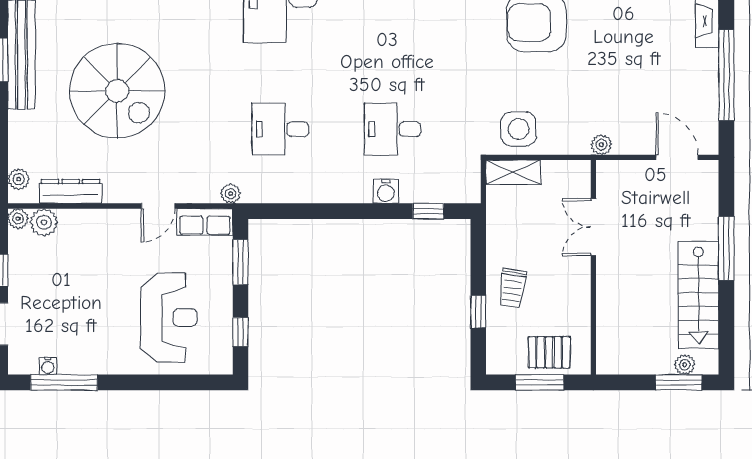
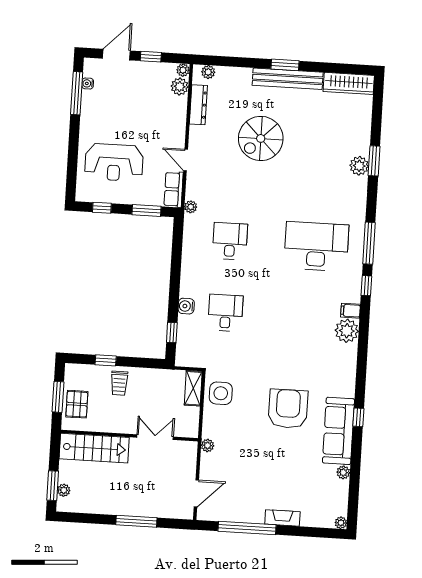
spiral stairs: (117, 91) -> (261, 138), width x0.73, depth x0.73
trolley: (512, 288) -> (119, 383), turned -98
stairs: (698, 295) -> (94, 448), moved, turned 180

